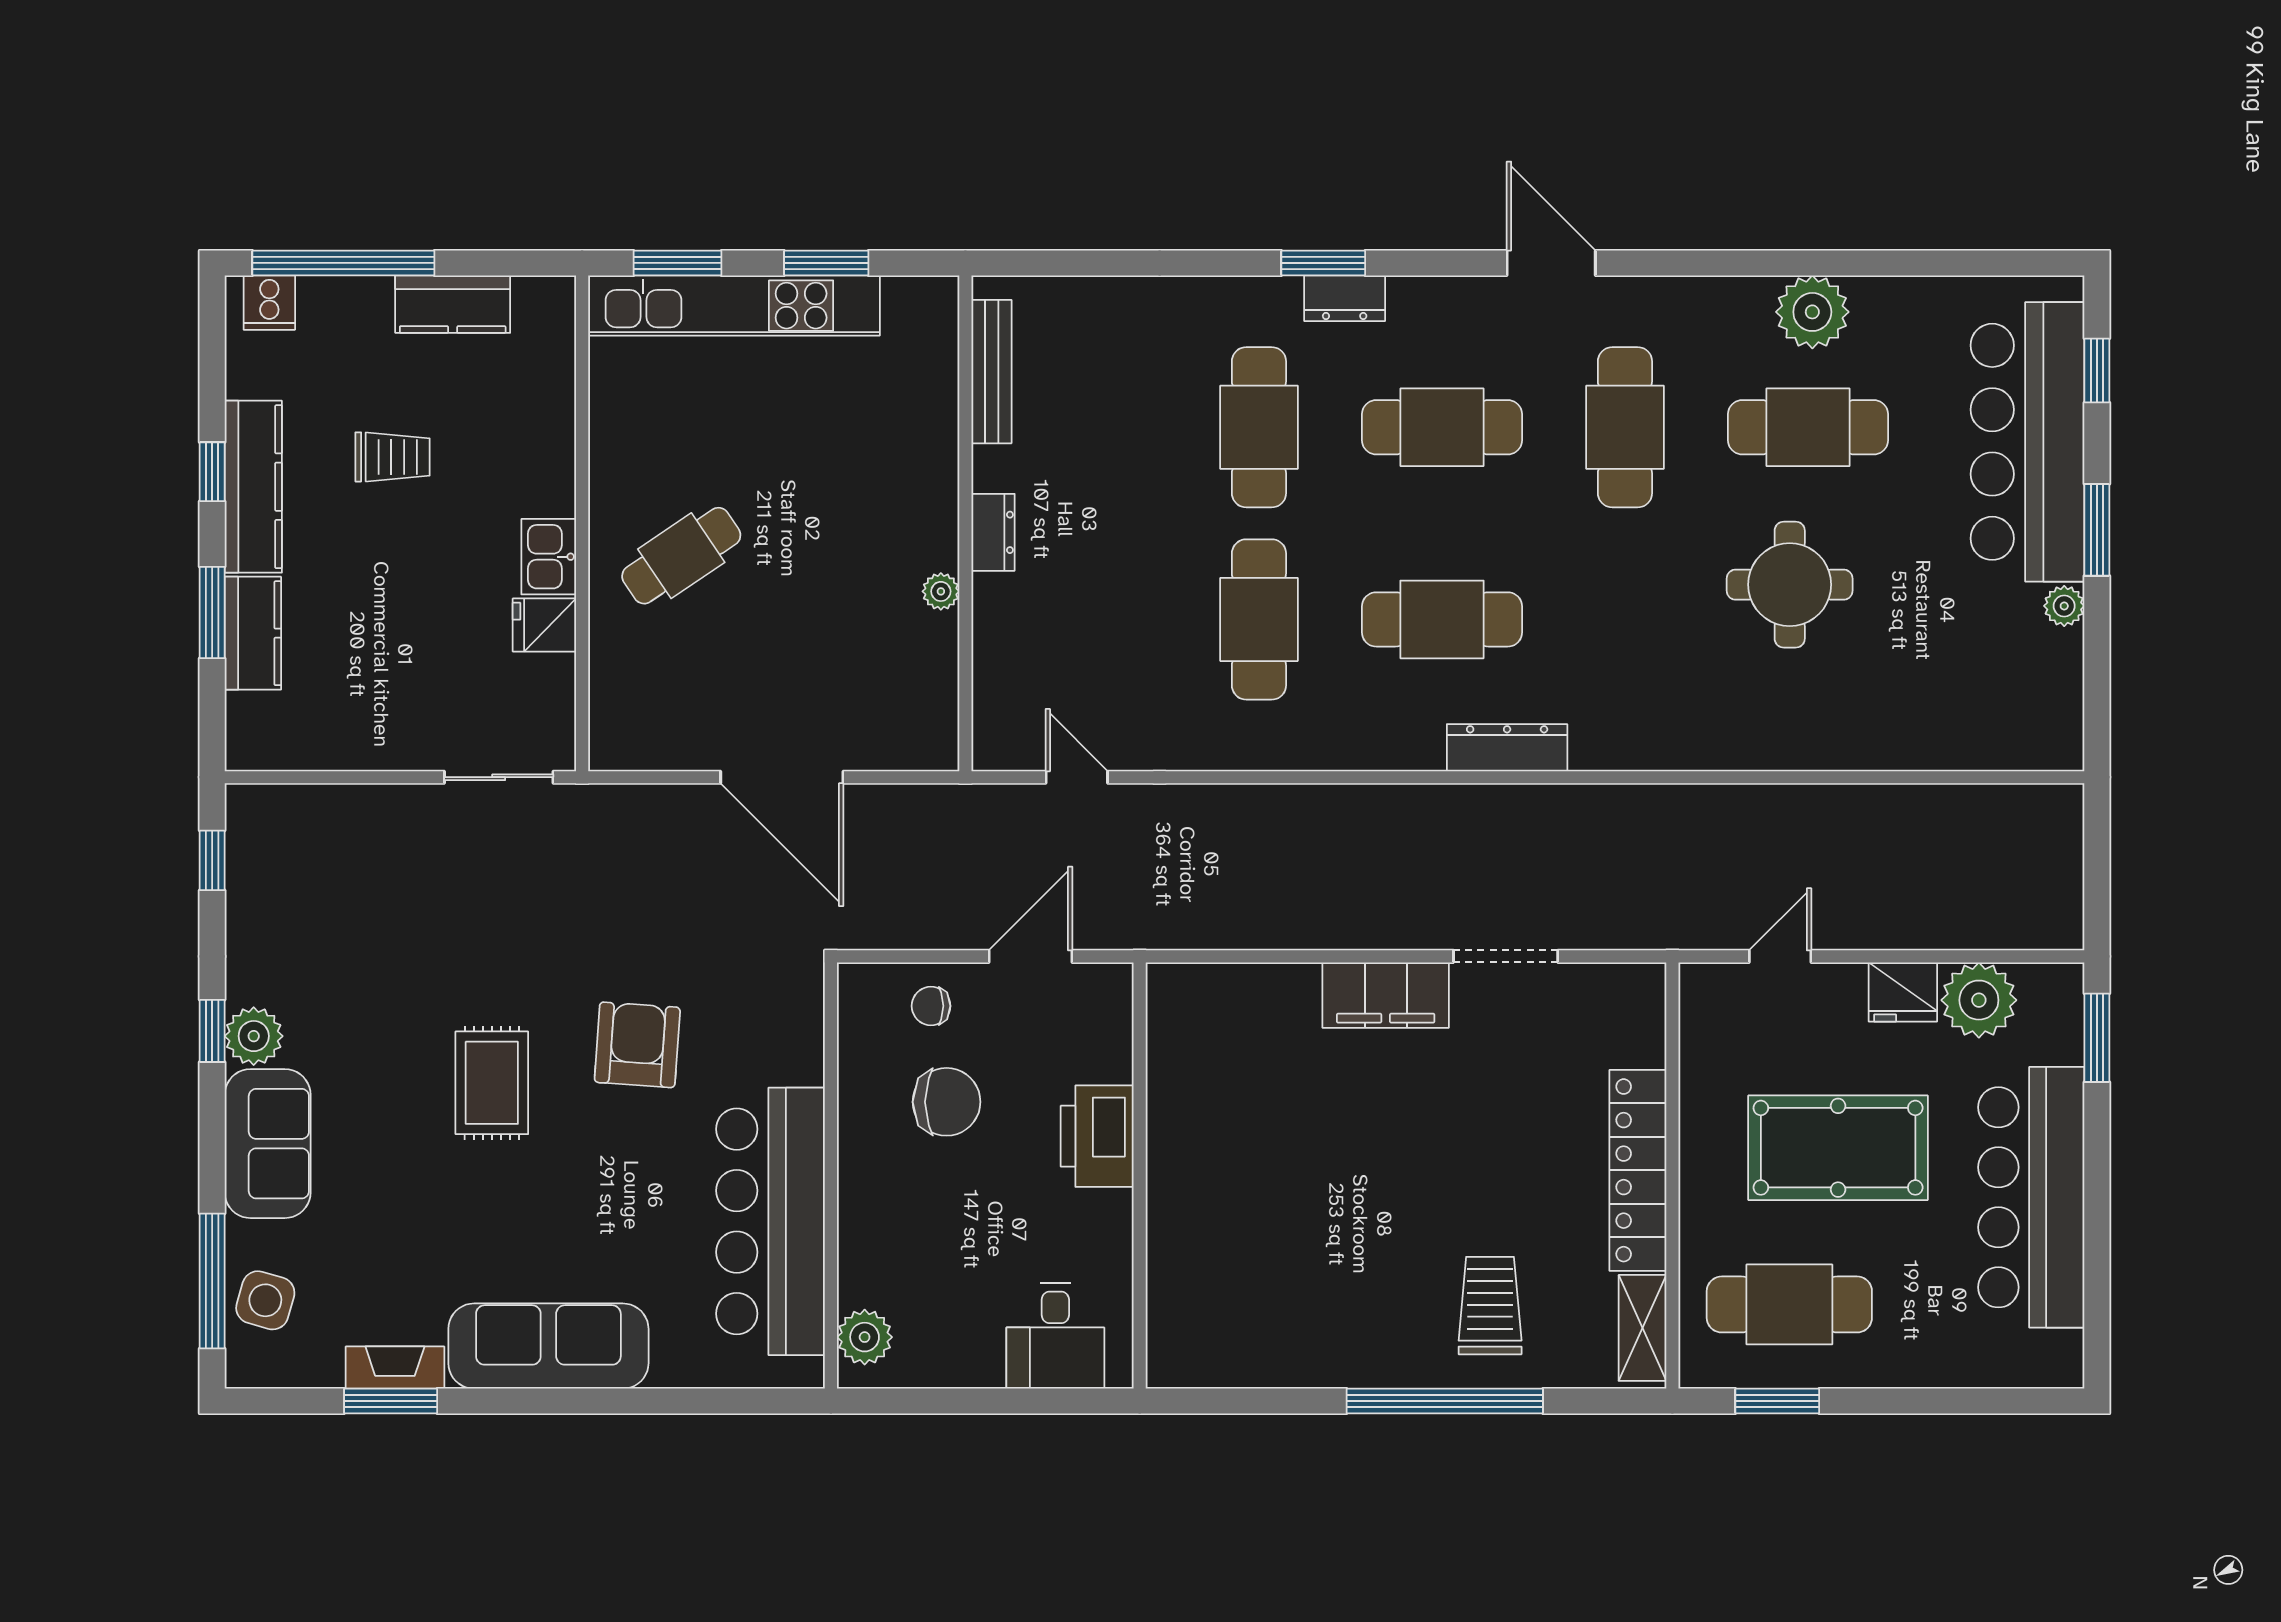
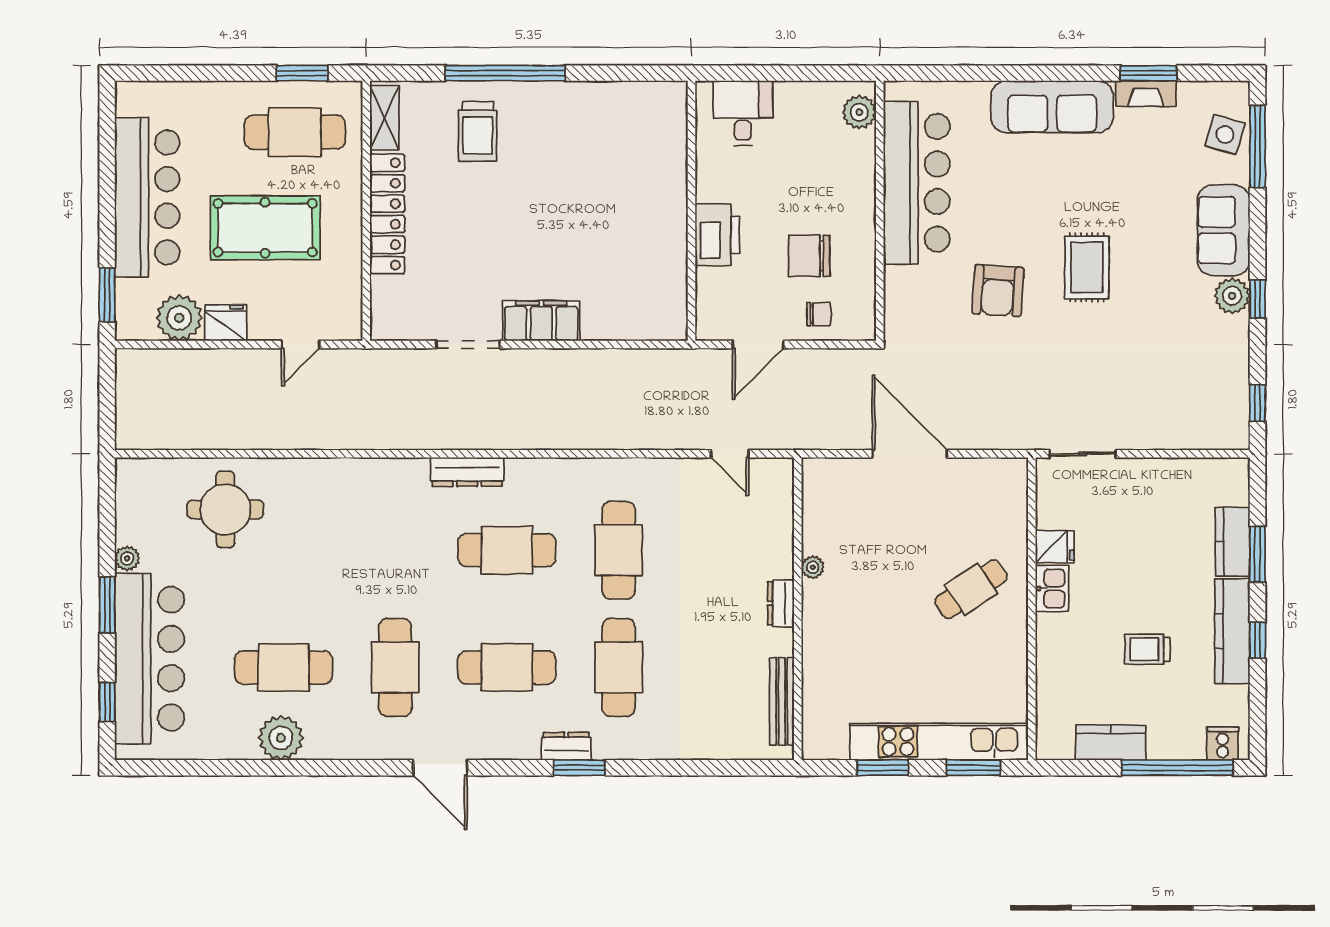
round table: (1790, 585) -> (225, 509), moved

